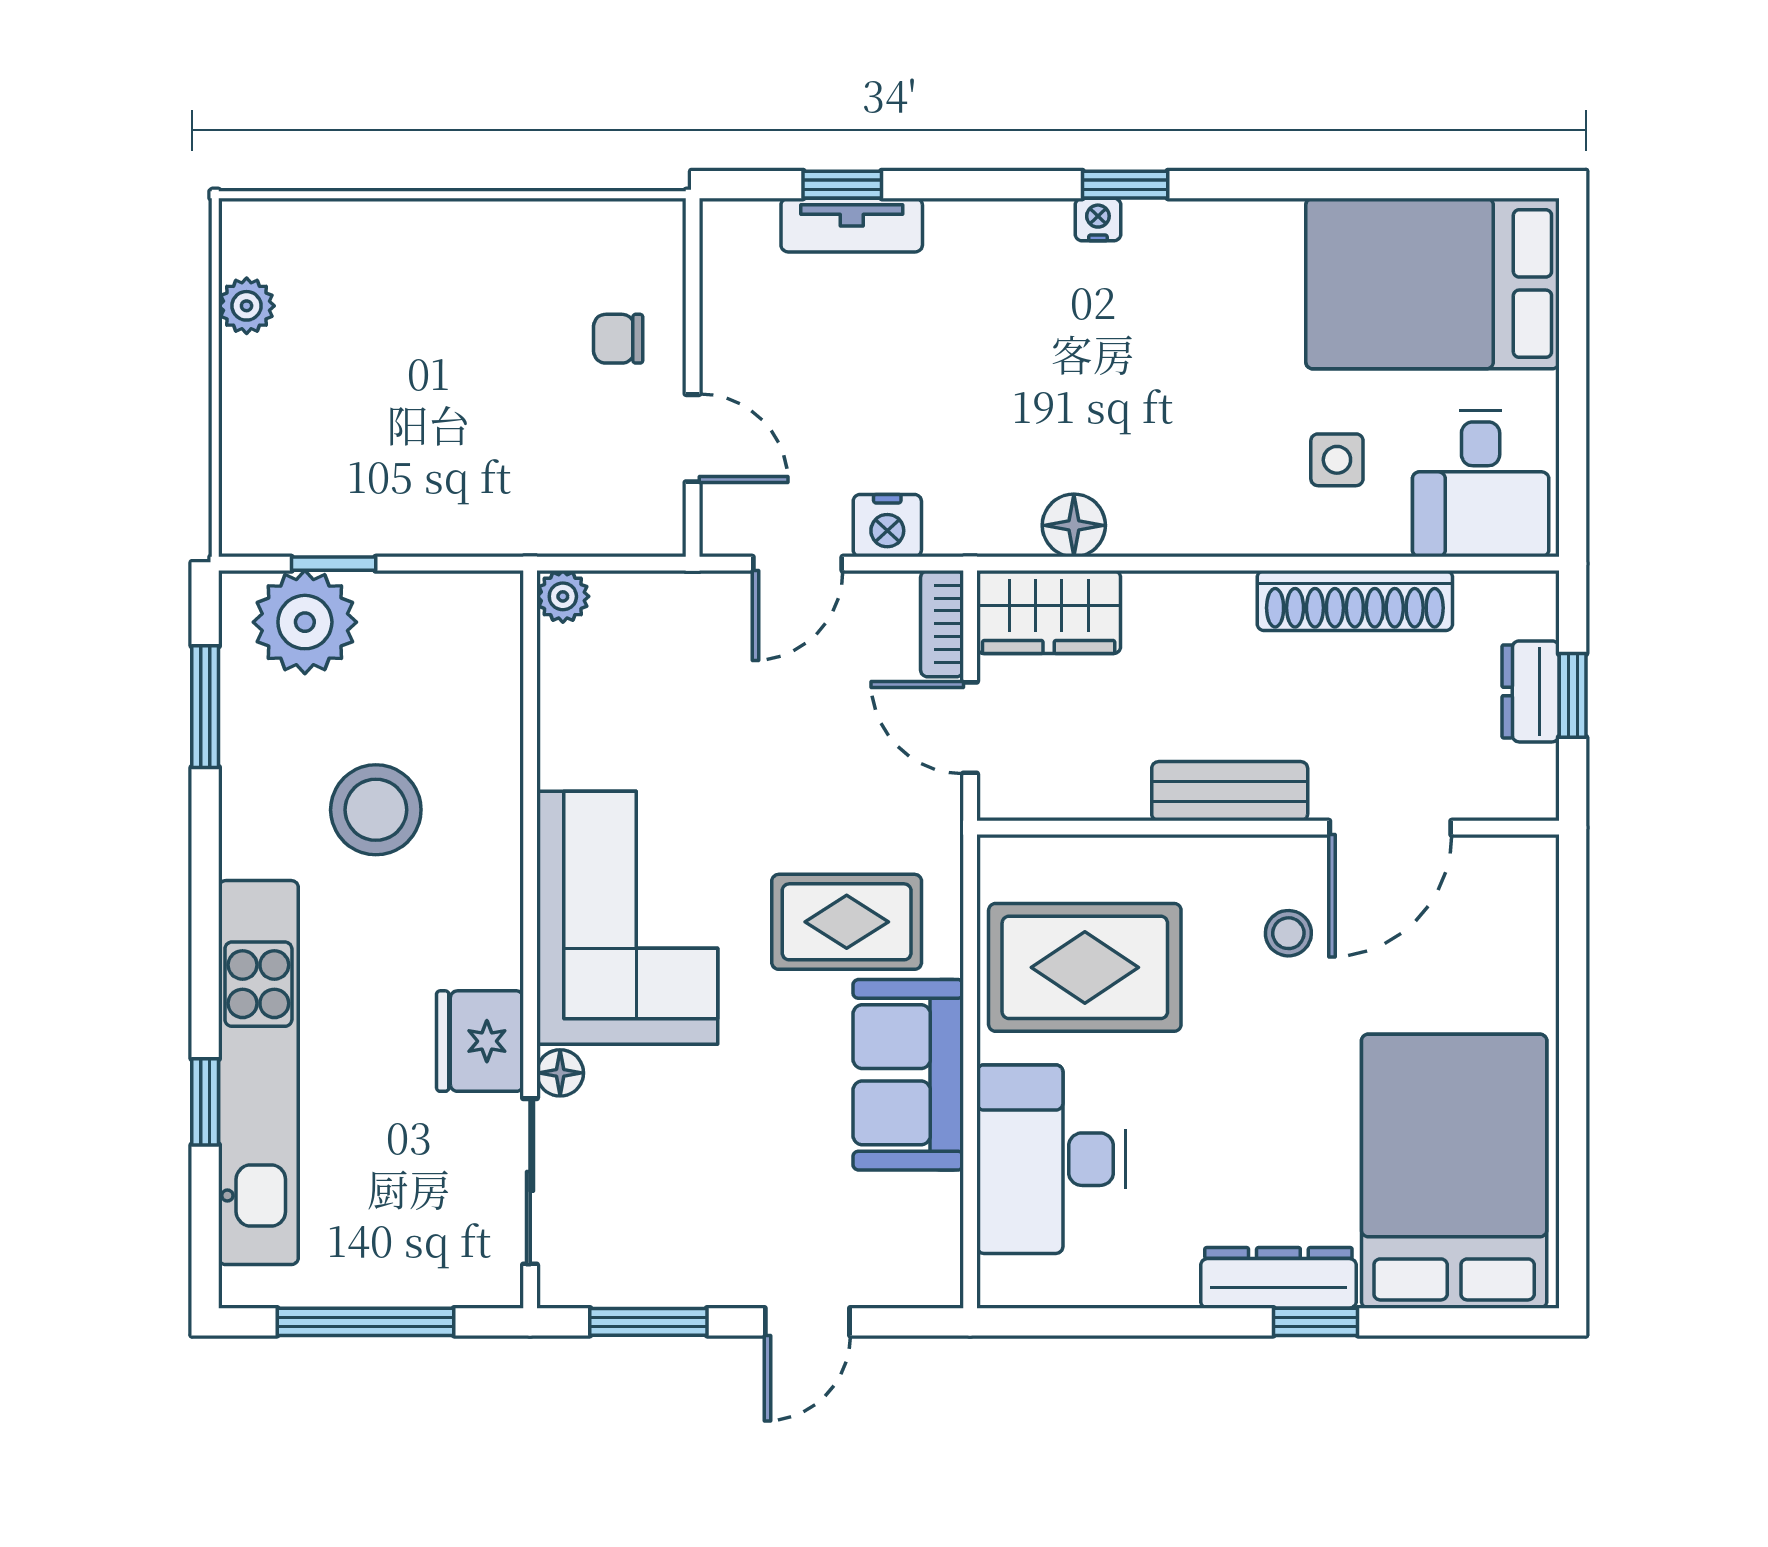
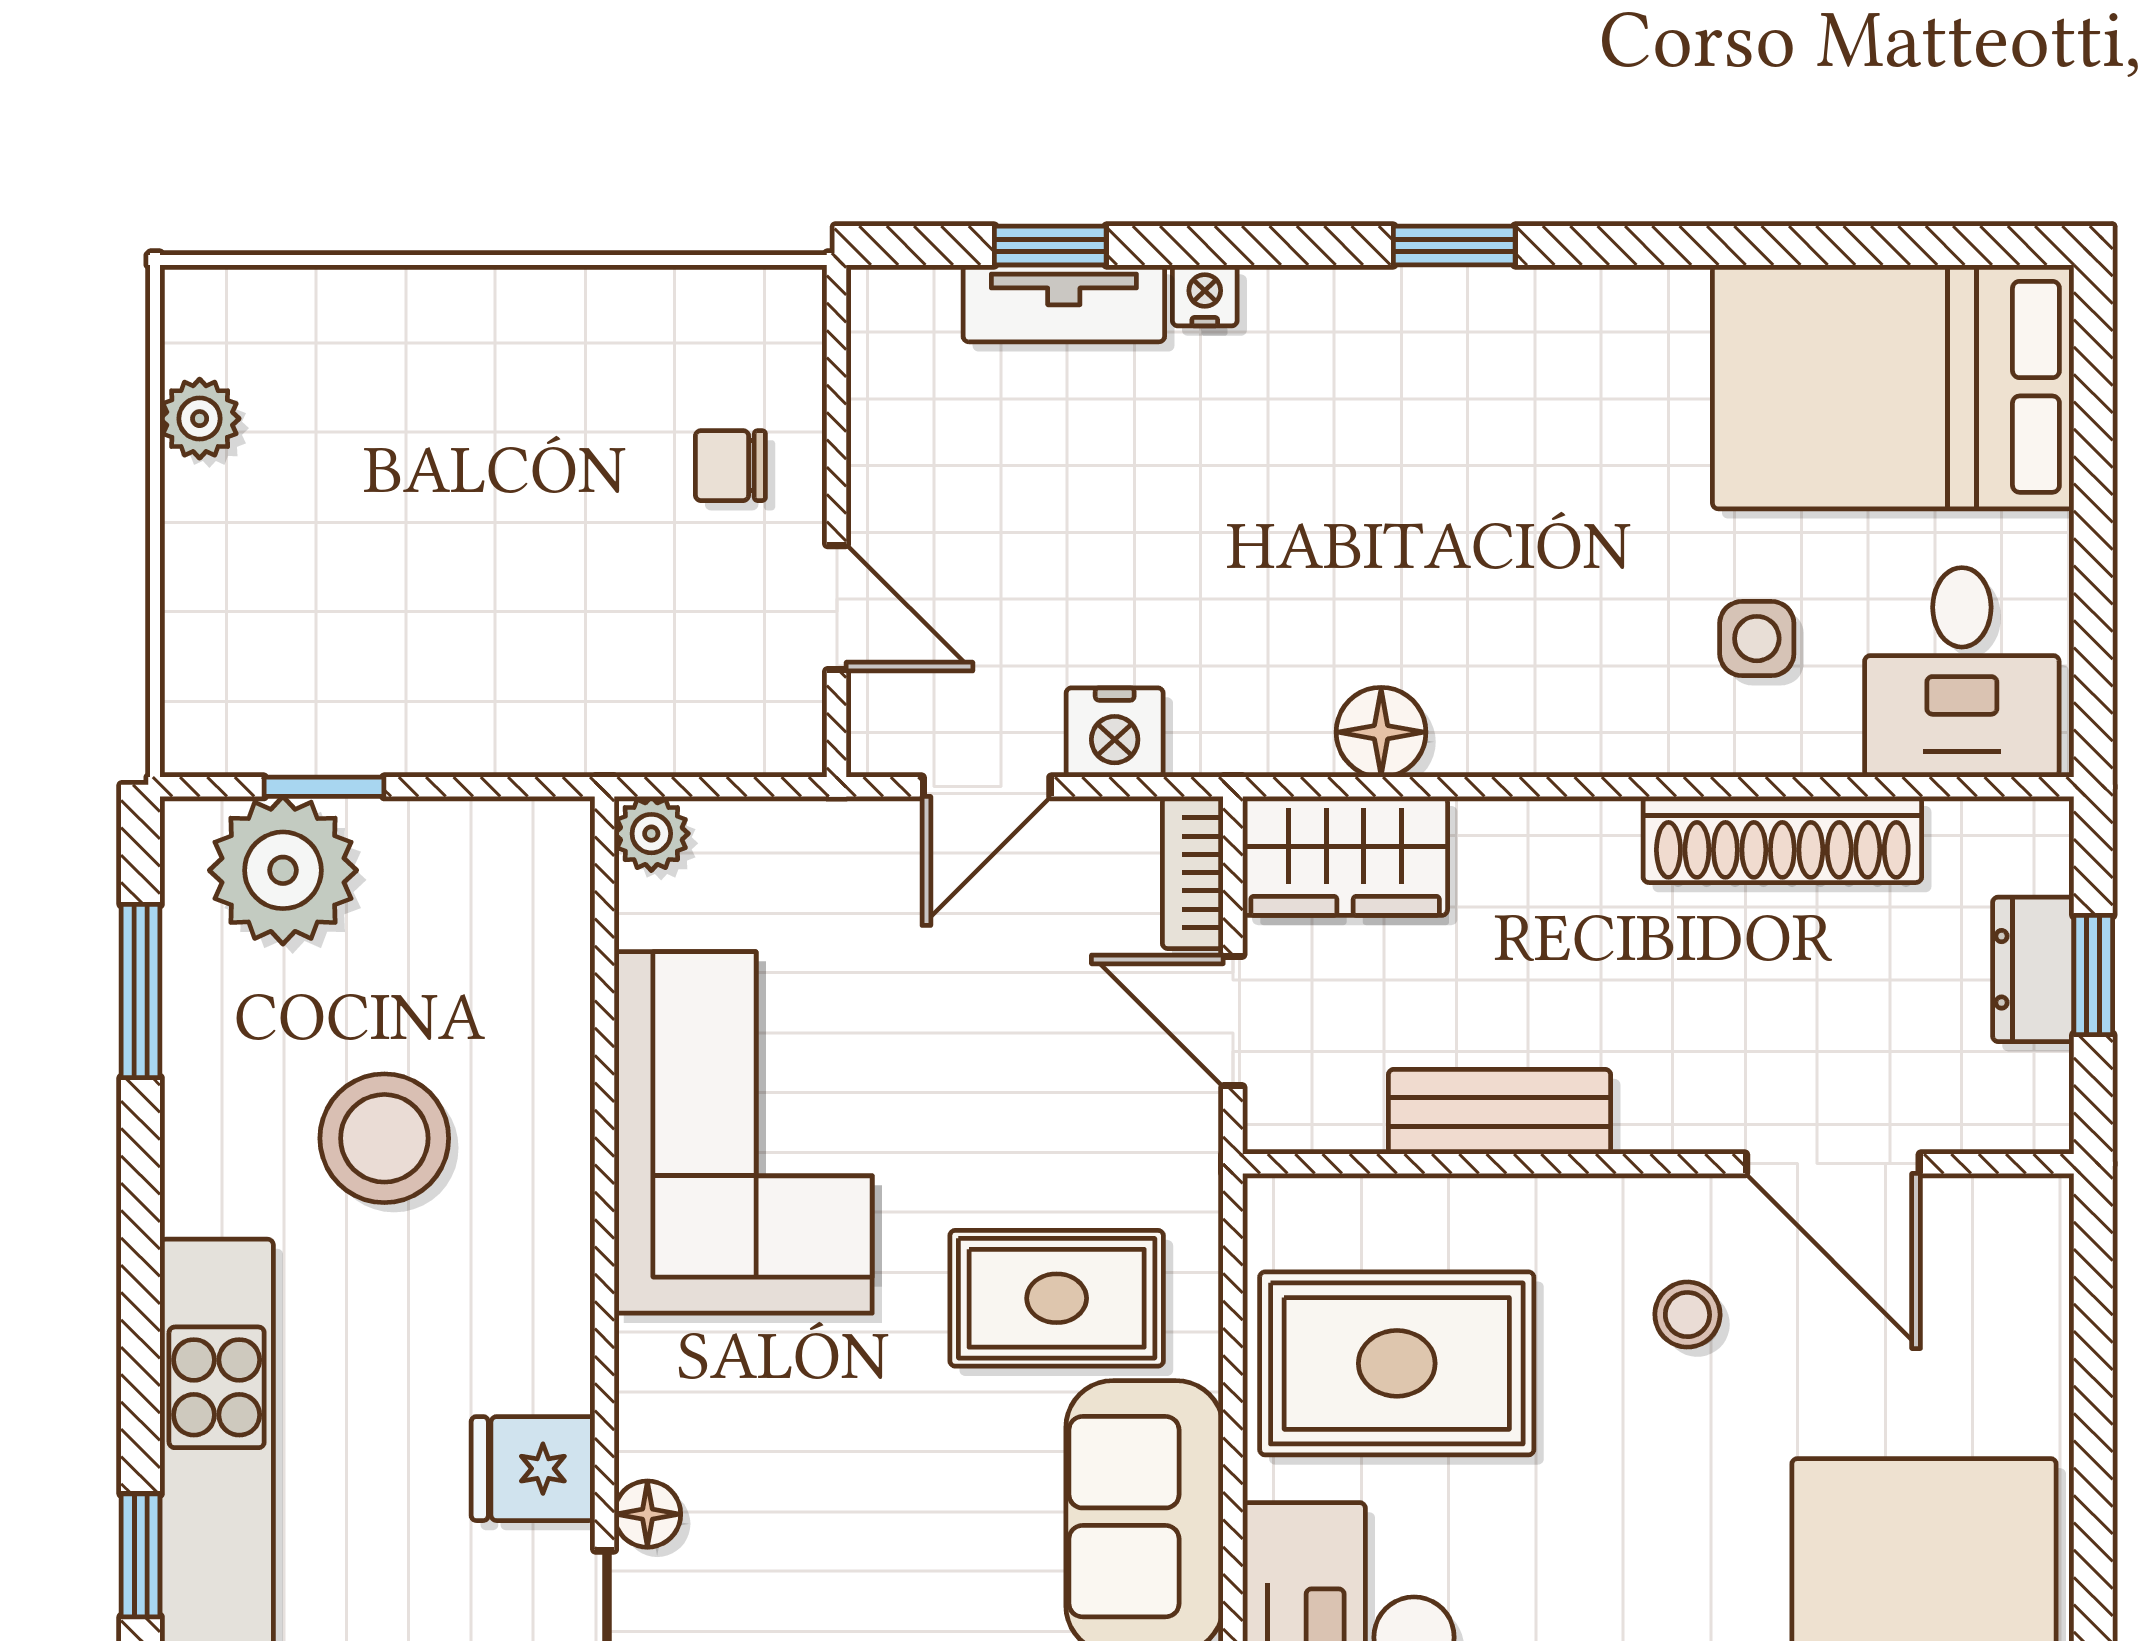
nightstand: (1098, 220) -> (1205, 295), moved
bench: (1230, 791) -> (1499, 1112), moved
door: (1390, 828) -> (1833, 1164), hinge flipped
corner sofa: (627, 918) -> (743, 1132), moved
fridge: (480, 1041) -> (533, 1469), width x0.72

